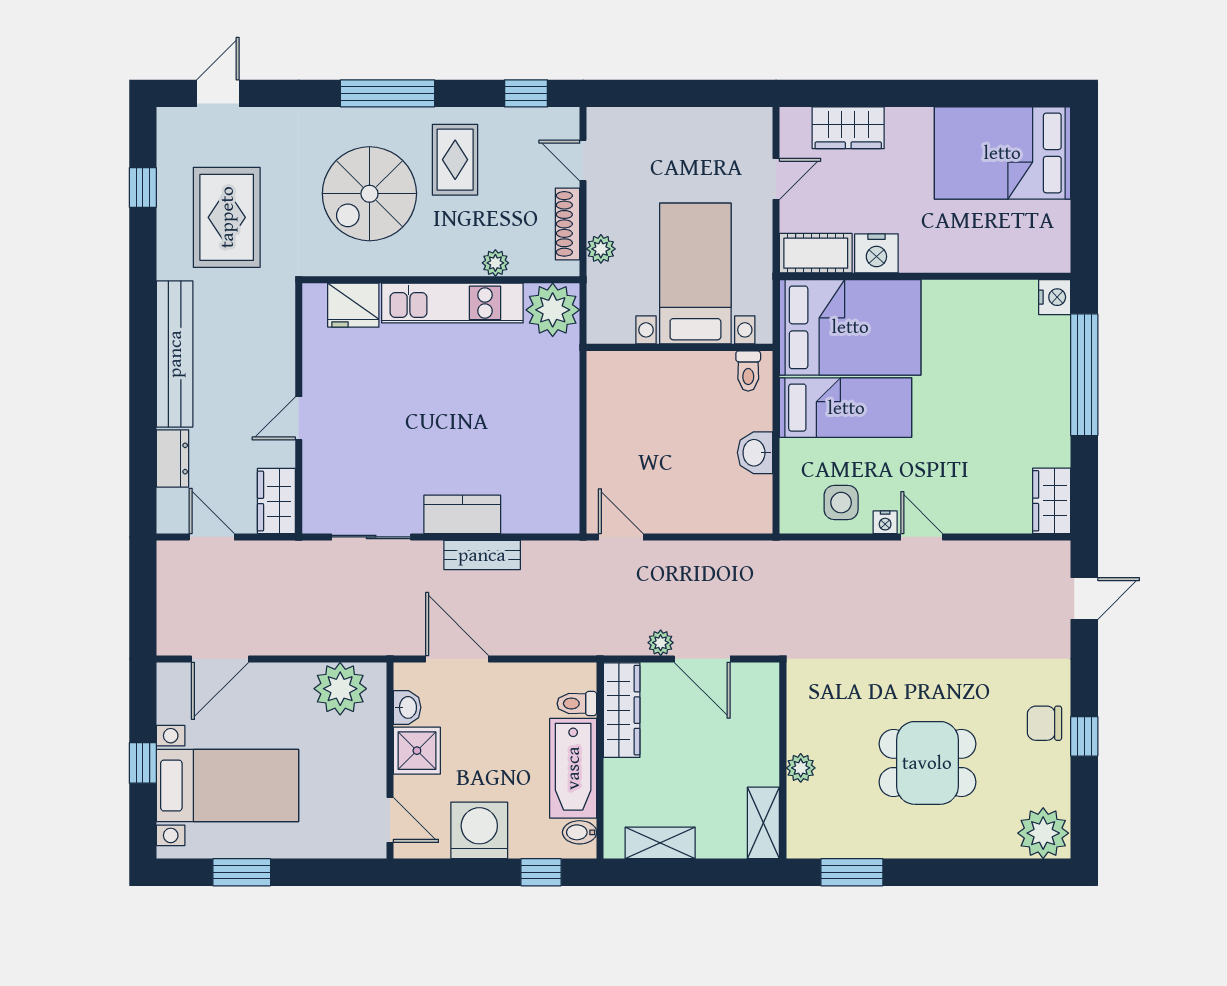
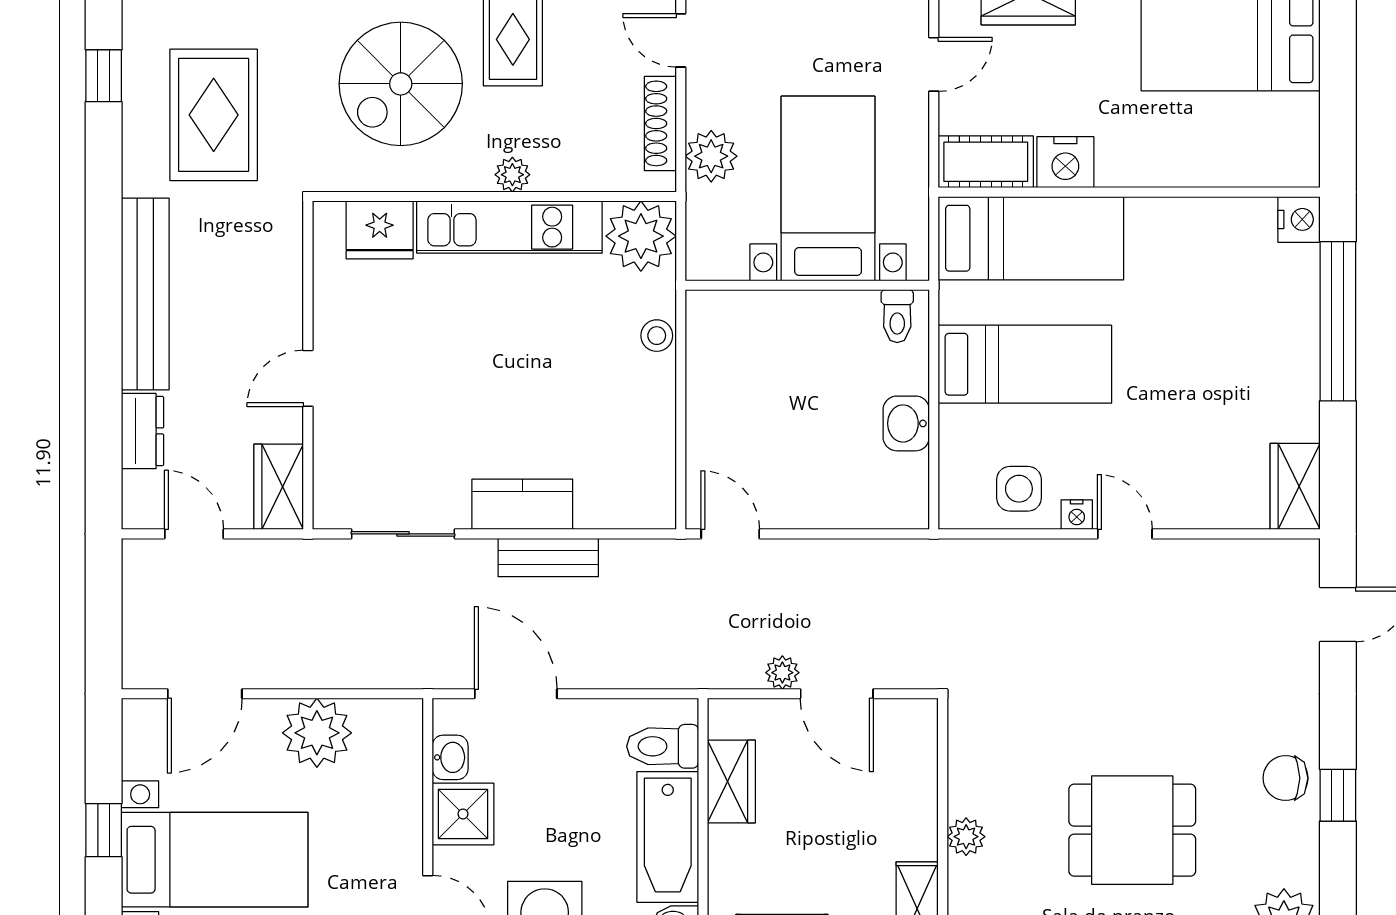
plant: (601, 249) -> (711, 156), width x1.38, depth x1.38
plant: (495, 263) -> (512, 175), moved
bed: (850, 327) -> (1031, 238), width x0.67
stool: (565, 386) -> (657, 336), added
plant: (340, 689) -> (317, 733), moved
toilet: (577, 704) -> (663, 746), width x1.37, depth x1.39
wardrobe: (622, 710) -> (731, 782), width x0.67

